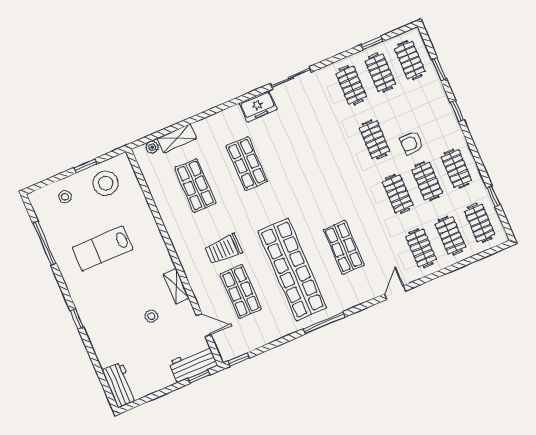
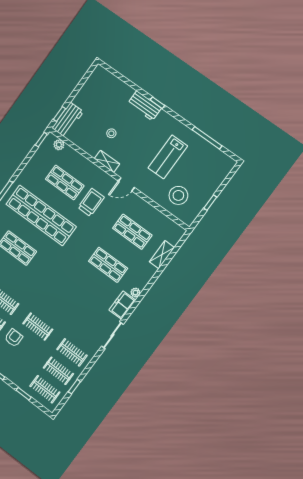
plant: (152, 147) -> (135, 293), moved
stool: (106, 183) -> (178, 195), moved
stool: (65, 197) -> (212, 175), removed
lab bench: (102, 248) -> (168, 157), turned 180
door: (203, 325) -> (126, 184), moved
plant: (221, 341) -> (59, 145), added
workbench: (120, 385) -> (144, 106), moved

